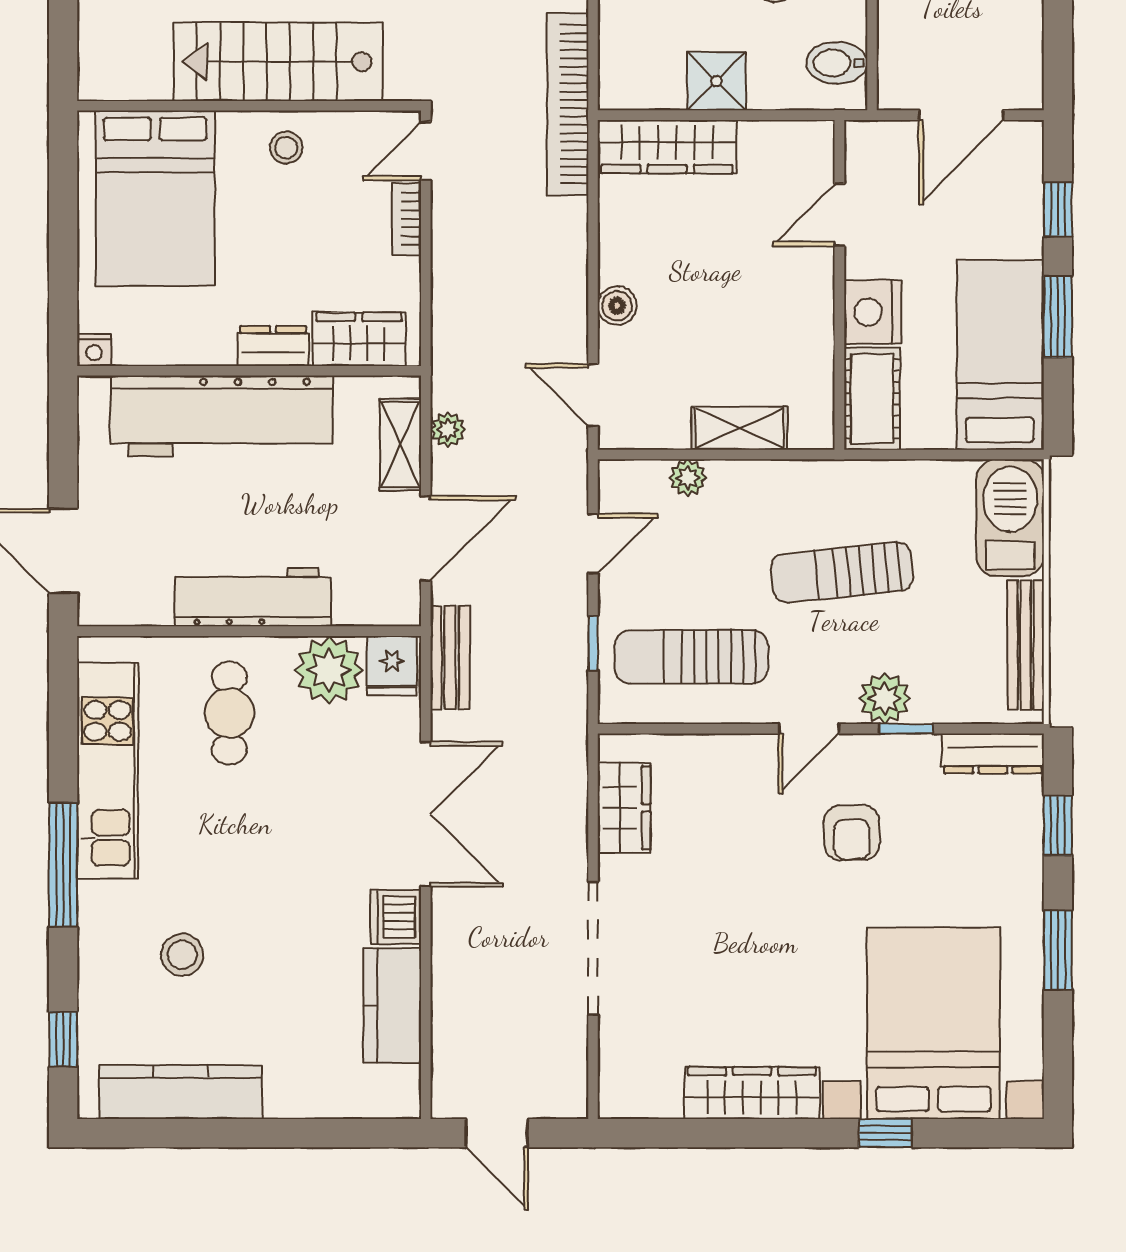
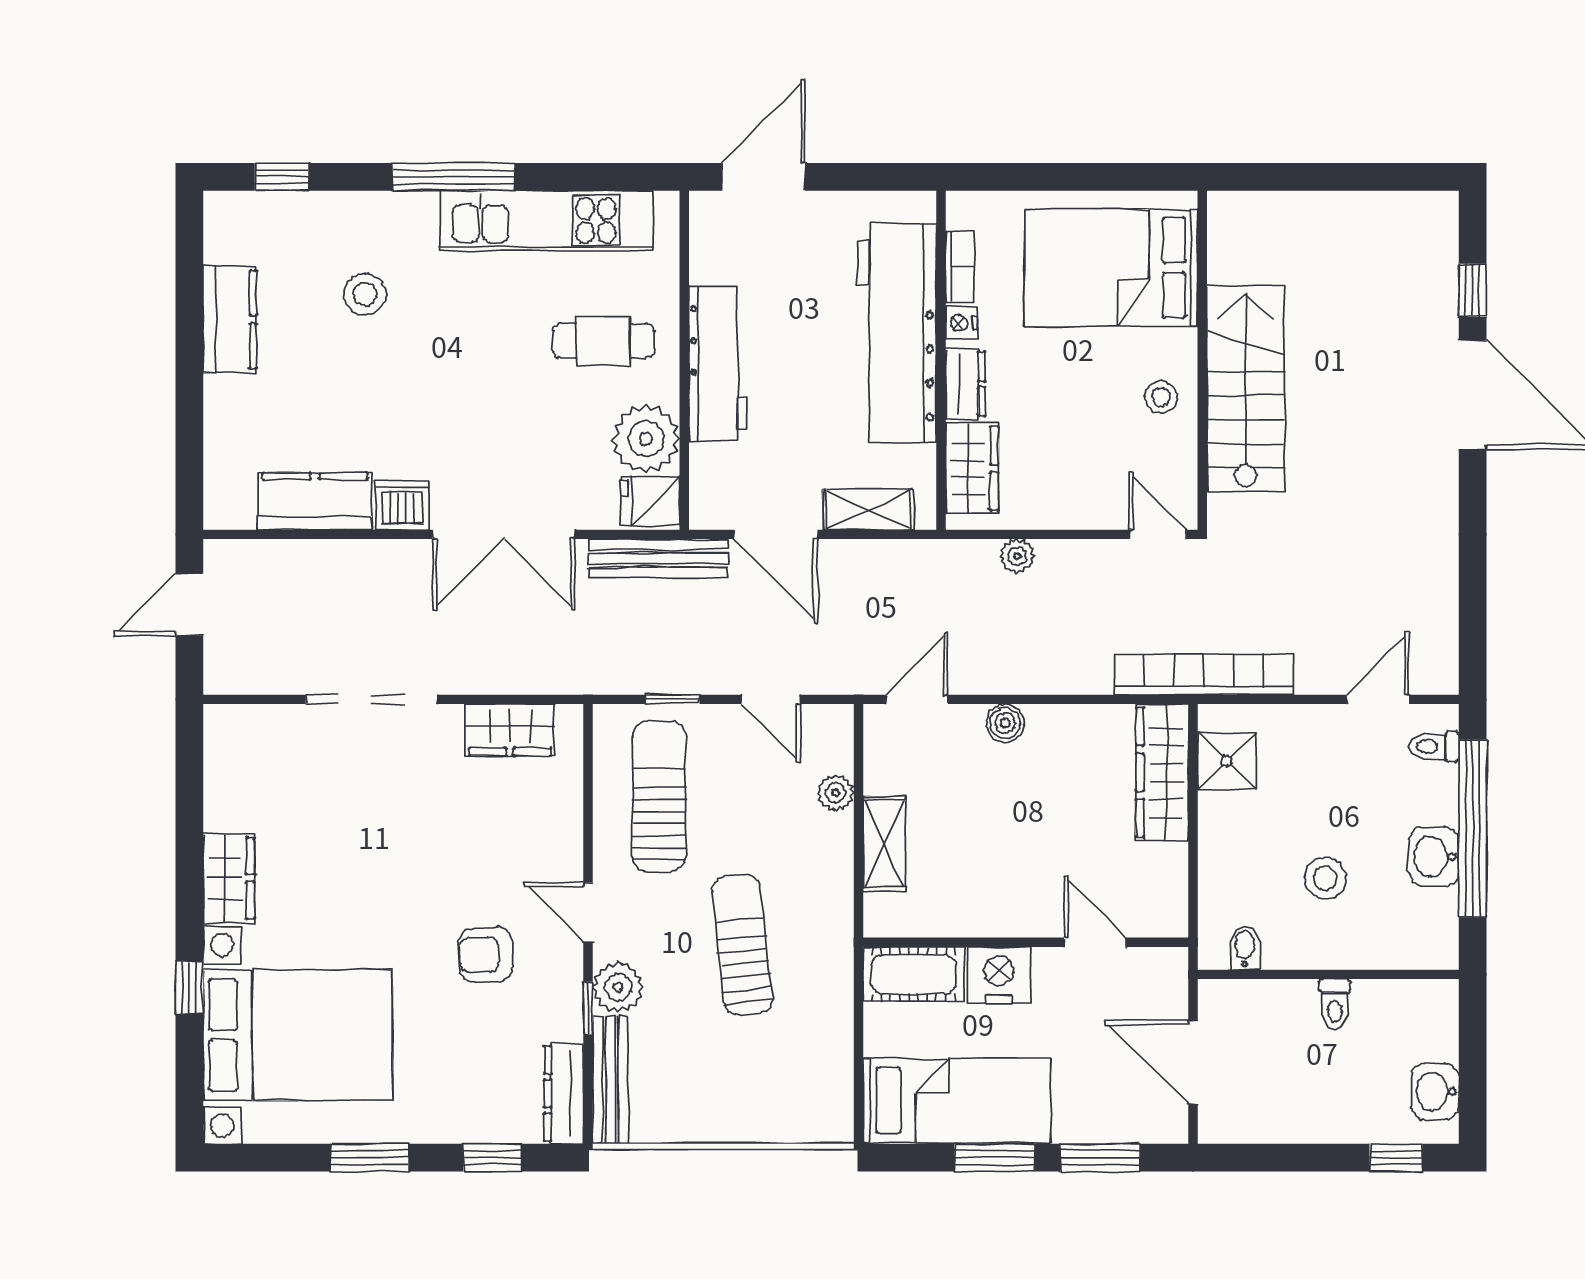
bidet: (837, 63) -> (1245, 948), width x0.72, depth x0.74
shower: (716, 81) -> (1227, 761), moved
window: (1058, 209) -> (1100, 1158), width x1.50
bookcase: (407, 219) -> (960, 267), moved, turned 90
nightstand: (94, 350) -> (961, 323), moved
plant: (448, 430) -> (1017, 556), moved
barbecue: (1010, 518) -> (796, 1111), removed
bench: (1026, 645) -> (611, 1080), moved, turned 90
bench: (450, 658) -> (658, 558), width x1.36
kitchen counter: (181, 1092) -> (230, 319), width x0.67
wardrobe: (752, 1093) -> (229, 878), width x0.67

